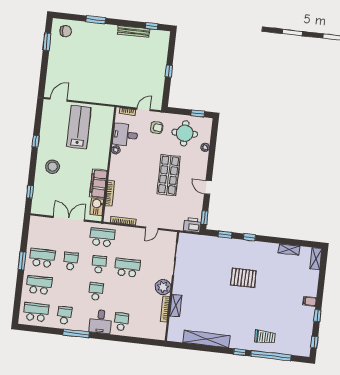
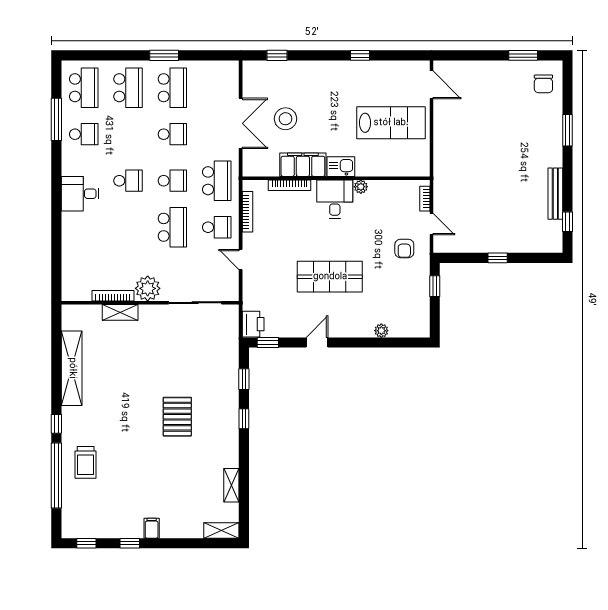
window: (198, 113) -> (435, 286), moved
round table: (185, 133) -> (400, 295), removed
desk: (125, 135) -> (335, 199), moved
stool: (53, 167) -> (286, 119), moved
kitchen sink: (97, 207) -> (341, 167), moved
school desk: (121, 322) -> (217, 227), moved
window: (76, 333) -> (56, 119), moved

